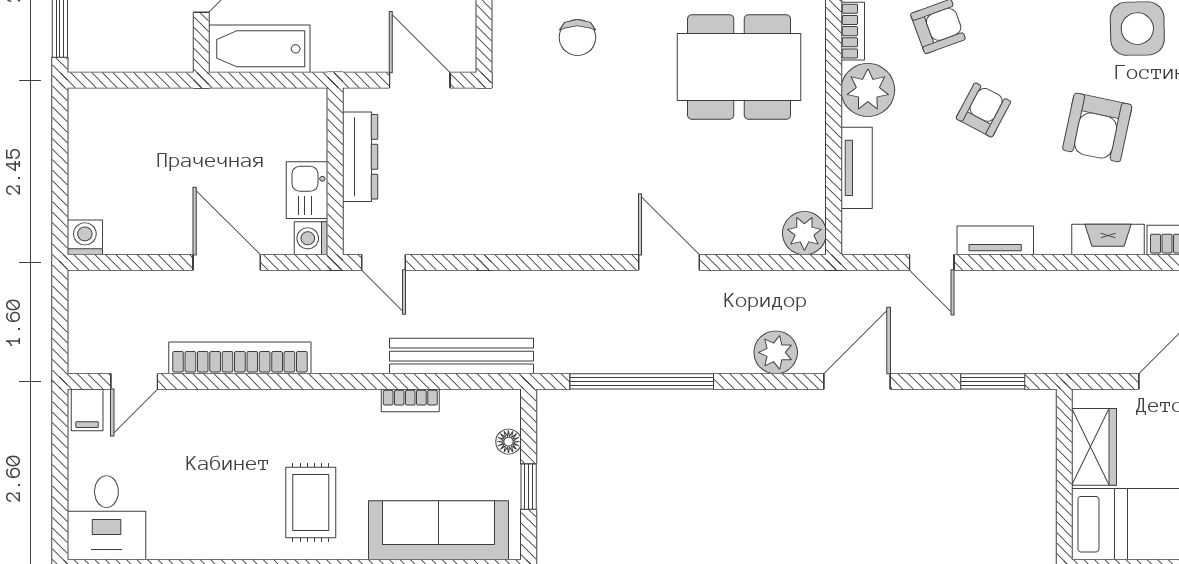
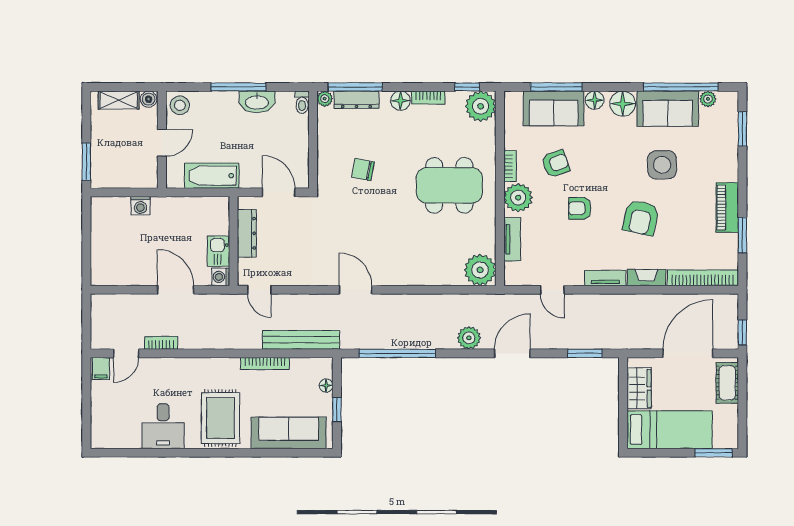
chair: (577, 37) -> (363, 170), turned 101
bathtub: (259, 49) -> (212, 176), moved
armchair: (983, 110) -> (580, 208), turned -118
plant: (804, 233) -> (480, 270), width x1.36, depth x1.36
washing machine: (85, 237) -> (140, 206), moved, turned 180
tv unit: (995, 240) -> (605, 278), moved
door: (669, 262) -> (356, 290), moved
bookcase: (240, 358) -> (161, 343), width x0.43, depth x0.76
bookcase: (410, 400) -> (265, 364), width x1.56
rug: (311, 503) -> (220, 418), width x1.36, depth x1.43
desk: (106, 518) -> (163, 426), moved

